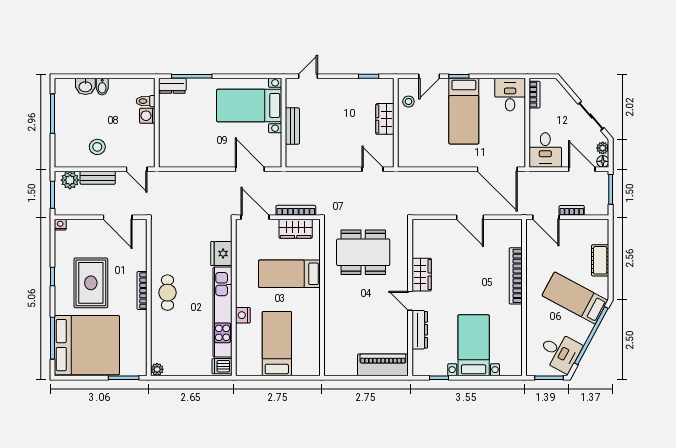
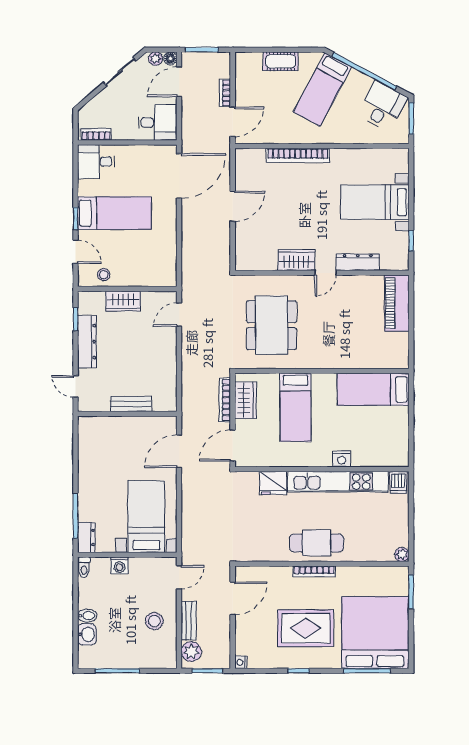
dresser: (348, 86) -> (87, 342), added
toilet: (146, 101) -> (84, 567), moved
bed with nightstands: (249, 105) -> (146, 517), moved, turned 180
cafe table: (167, 293) -> (316, 543), width x1.37, depth x1.35
bed: (277, 344) -> (373, 389), moved

